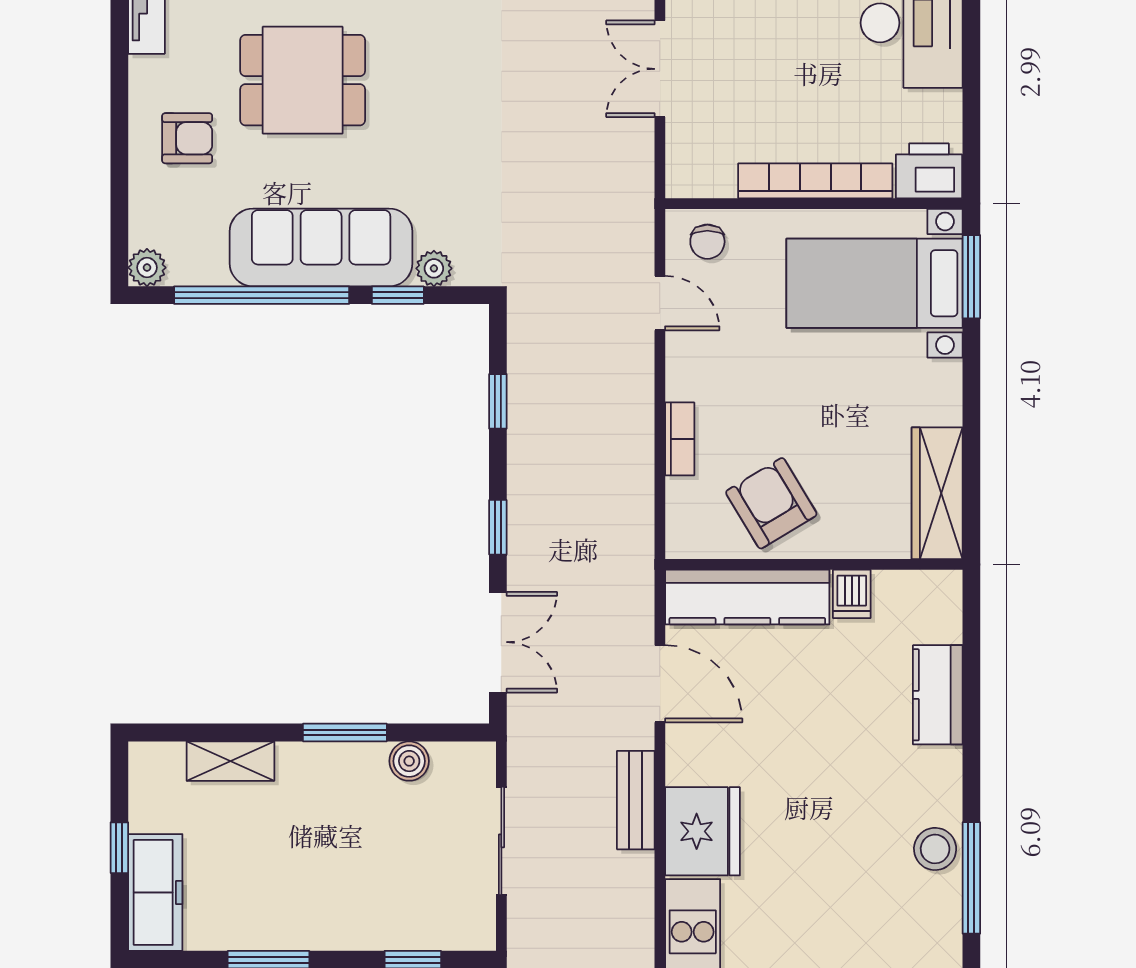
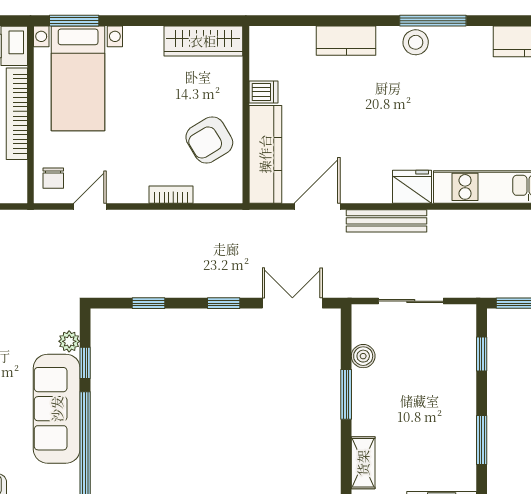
chair: (707, 242) -> (53, 178), turned 90
kitchen counter: (938, 695) -> (346, 41), moved
bench: (636, 800) -> (386, 221), width x1.36
fridge: (703, 831) -> (412, 187), width x0.73, depth x0.75

